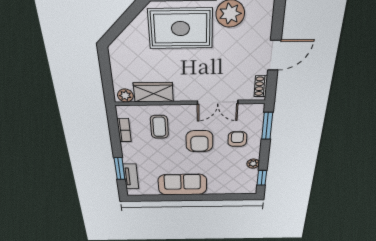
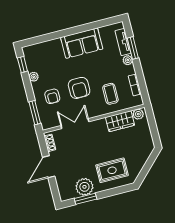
rug: (180, 29) -> (112, 170), width x0.73, depth x0.70
armchair: (199, 141) -> (79, 88), turned 180
plant: (128, 158) -> (128, 60), added

